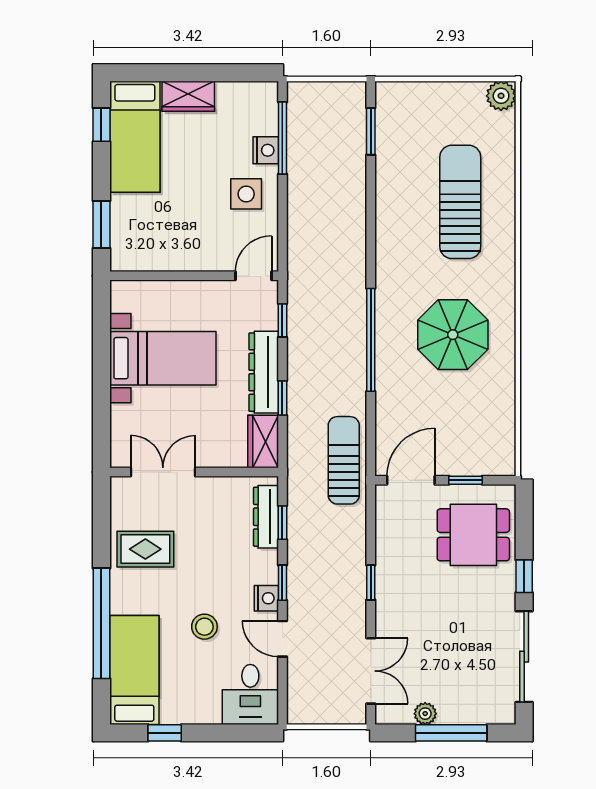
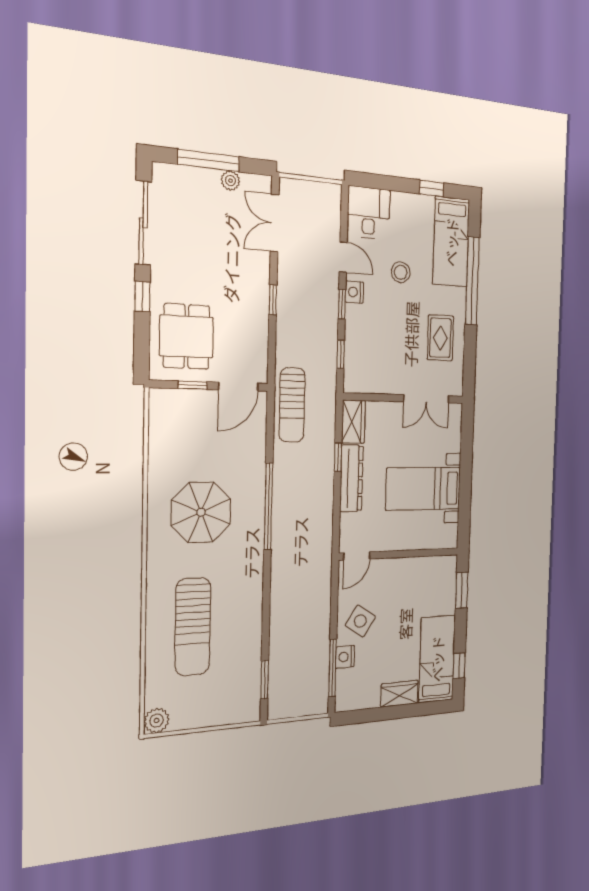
side table: (246, 194) -> (360, 621), turned 34
window: (282, 320) -> (336, 521), removed
dresser: (266, 517) -> (353, 360), removed
dining table: (473, 535) -> (187, 336), turned 90
rug: (145, 549) -> (440, 338), turned 90

